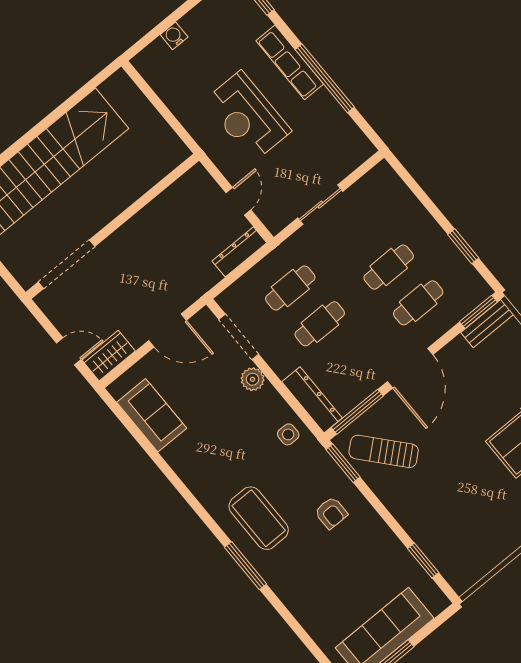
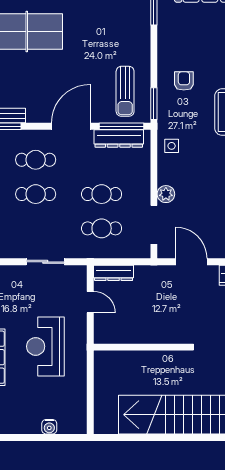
reception desk: (247, 116) -> (45, 346), turned 180
door: (238, 201) -> (90, 302), swing flipped
dresser: (312, 400) -> (119, 138), moved, turned -90
sun lounger: (384, 451) -> (125, 91), turned 41

